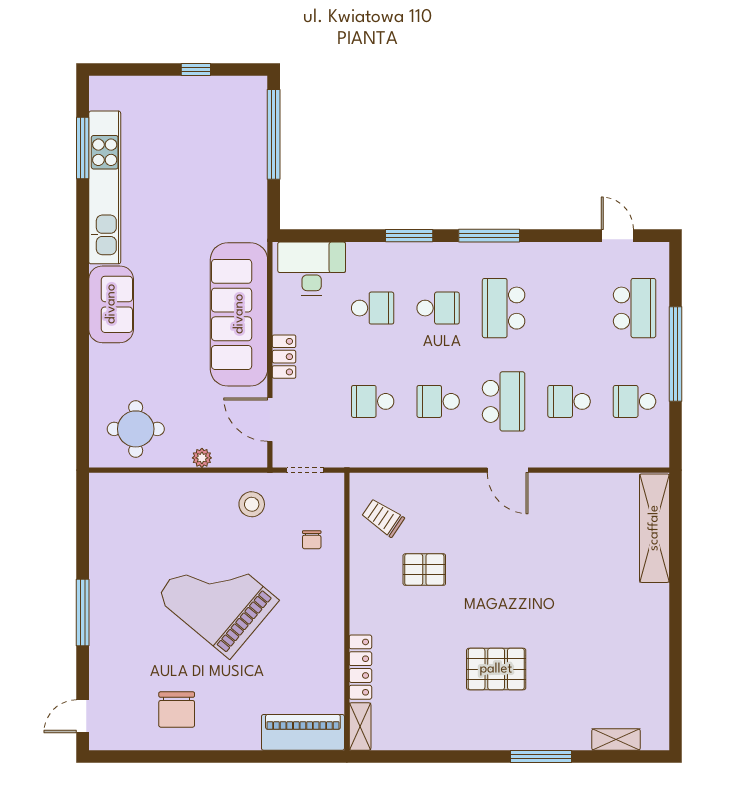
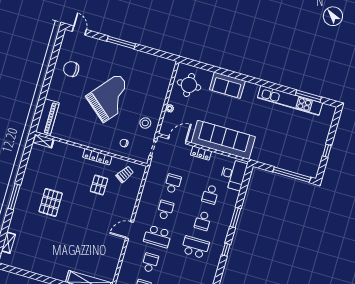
window: (489, 236) -> (226, 250), width x0.46
sofa: (111, 304) -> (227, 85), moved
locker: (360, 667) -> (97, 157), moved
window: (541, 757) -> (14, 197), moved

